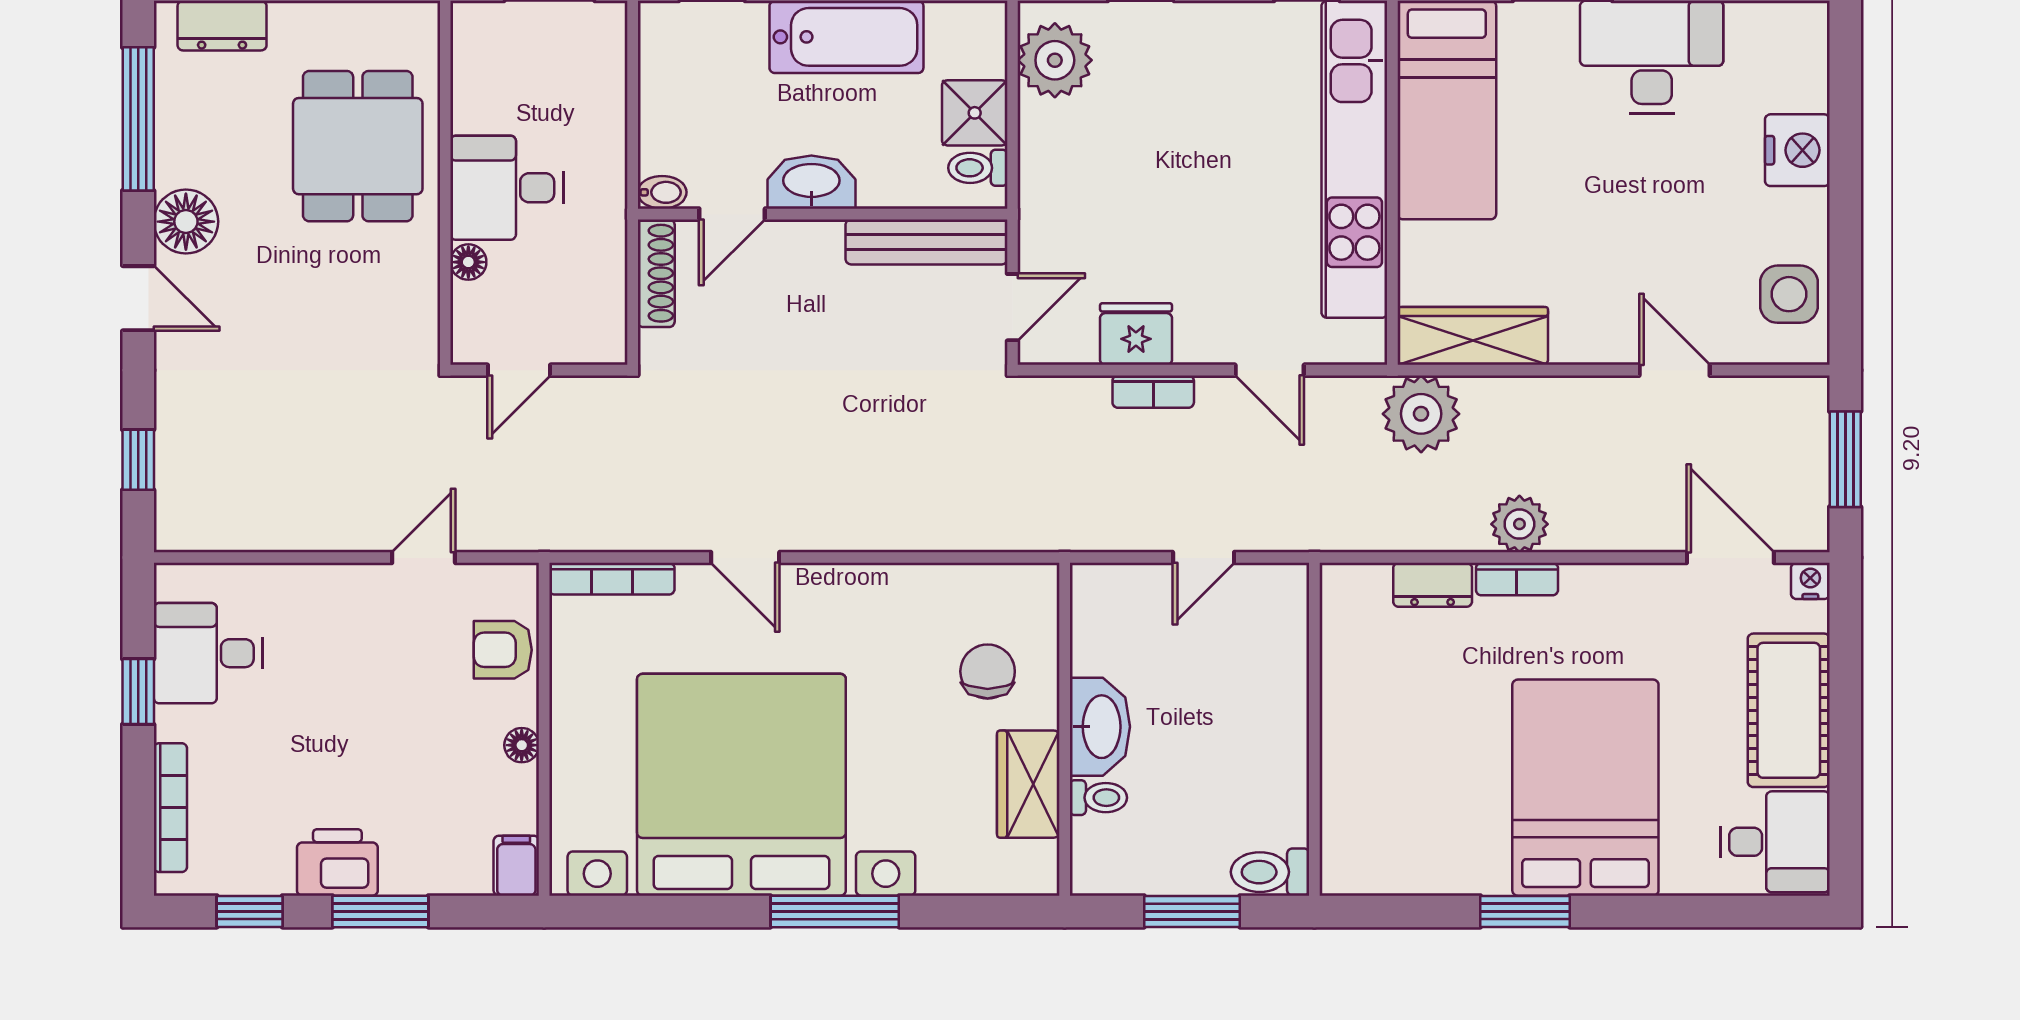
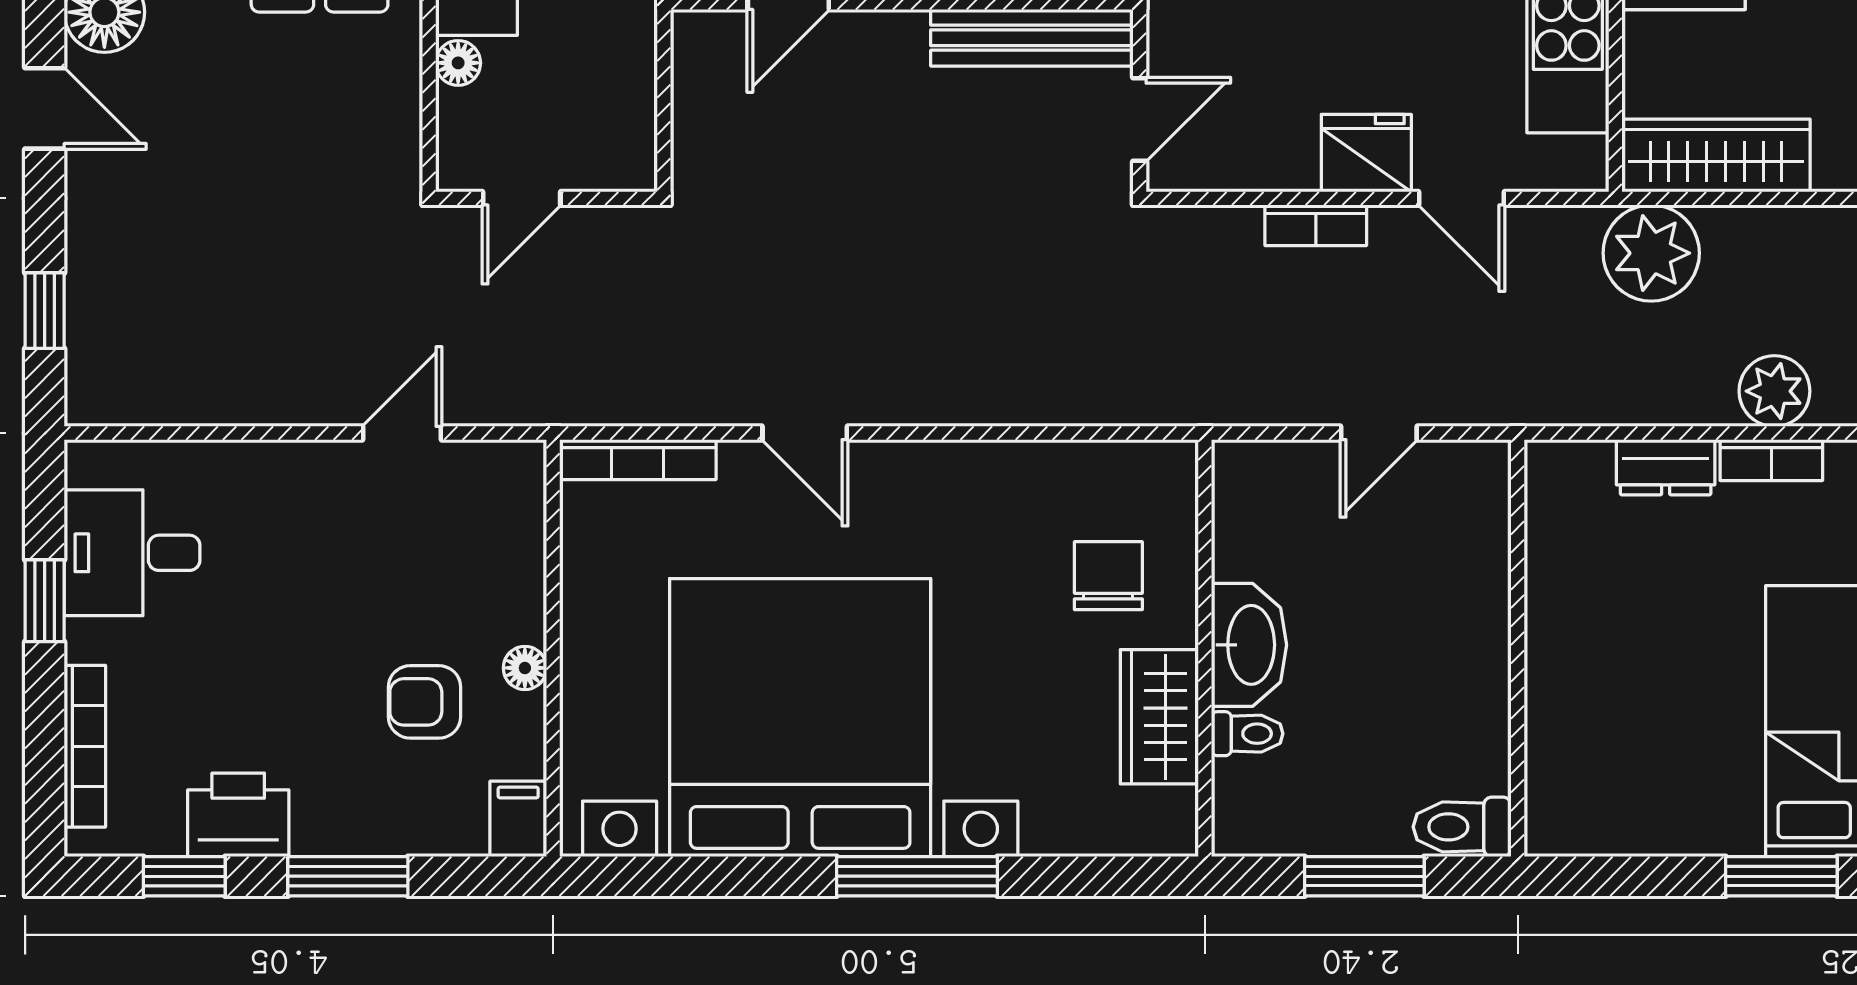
shoe rack: (656, 273) -> (693, 77), removed
fridge: (1136, 334) -> (1366, 153), moved
armchair: (503, 650) -> (425, 702), moved
printer: (337, 862) -> (238, 815), moved

